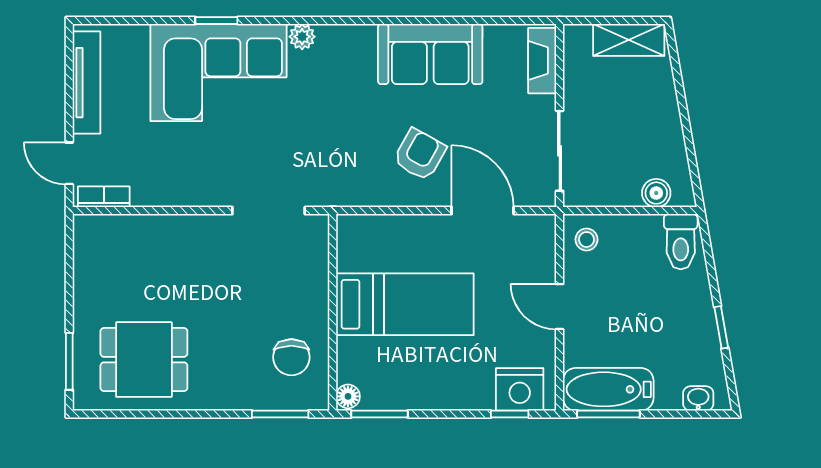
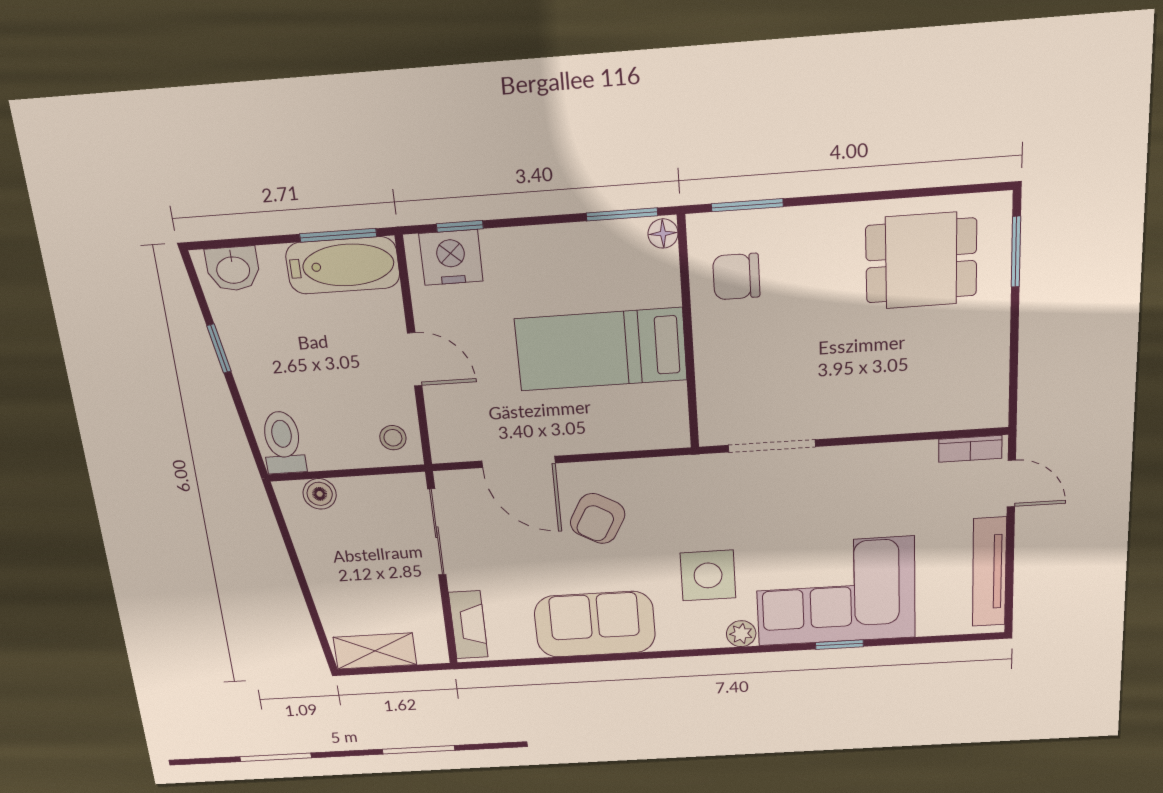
side table: (328, 95) -> (708, 575), added
chair: (291, 357) -> (736, 277), turned -90
washbasin: (698, 398) -> (233, 269), width x1.38, depth x1.45

